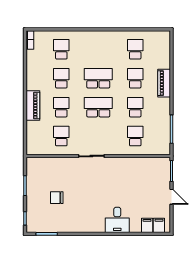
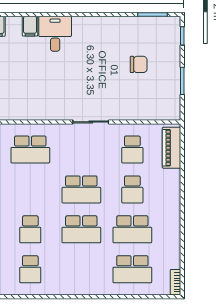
school desk: (61, 49) -> (132, 269), width x1.85
school desk: (61, 78) -> (132, 229), width x1.85
piano: (33, 106) -> (172, 148), moved
school desk: (135, 107) -> (30, 189), removed
school desk: (135, 136) -> (30, 149), width x1.85
filing cabinet: (147, 225) -> (30, 26), moved

